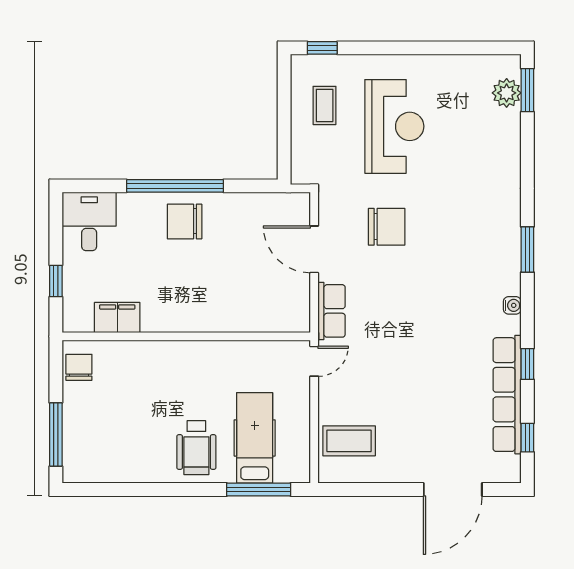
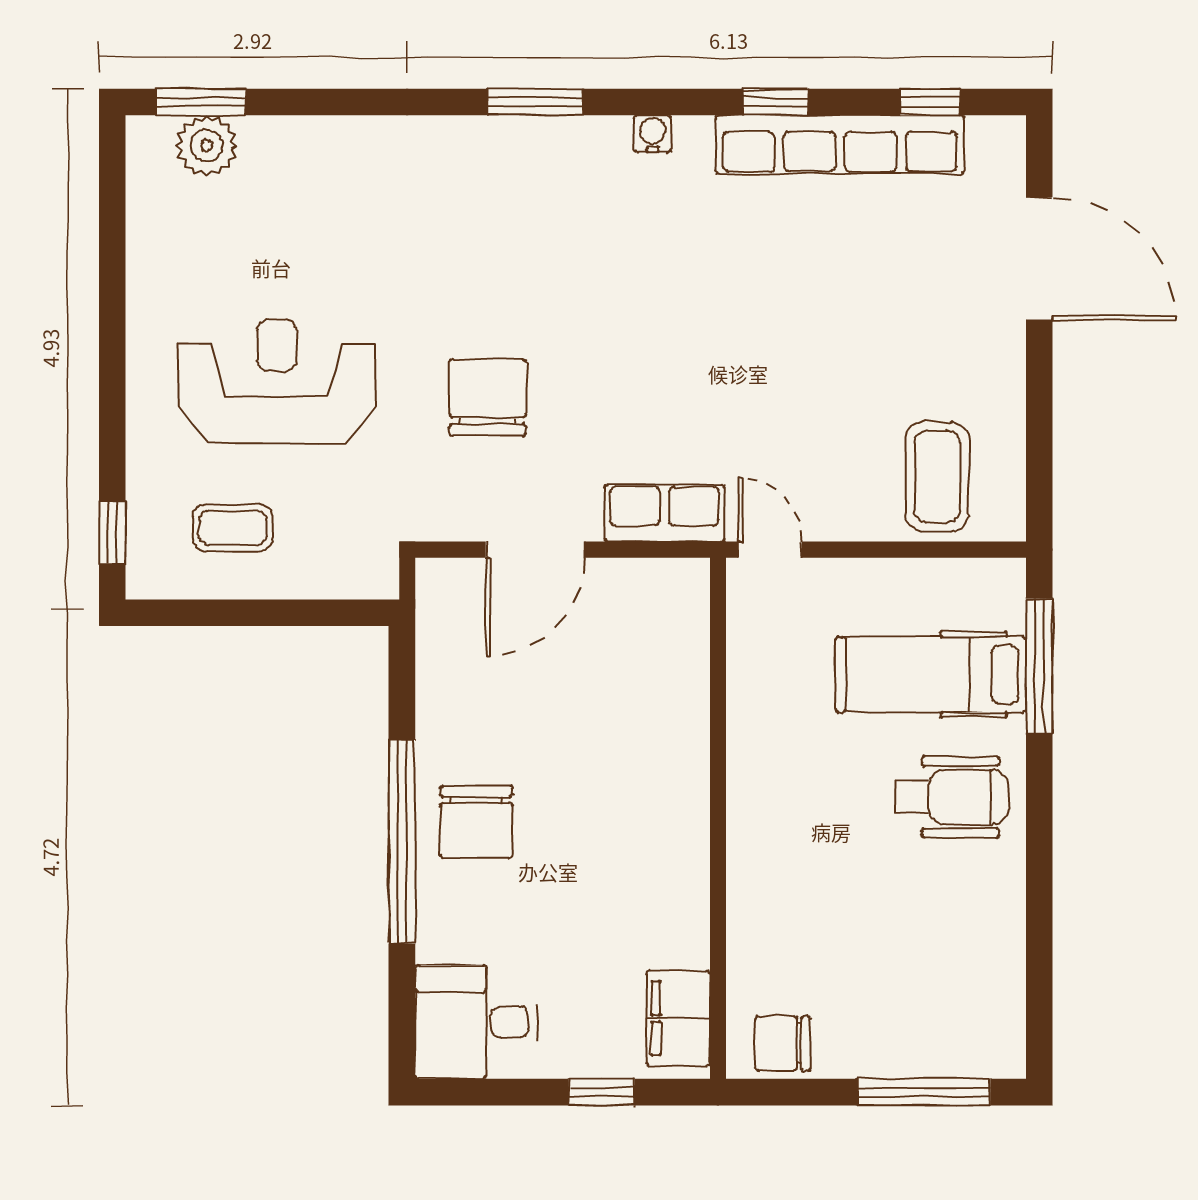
filing cabinet: (117, 318) -> (678, 1018), moved

